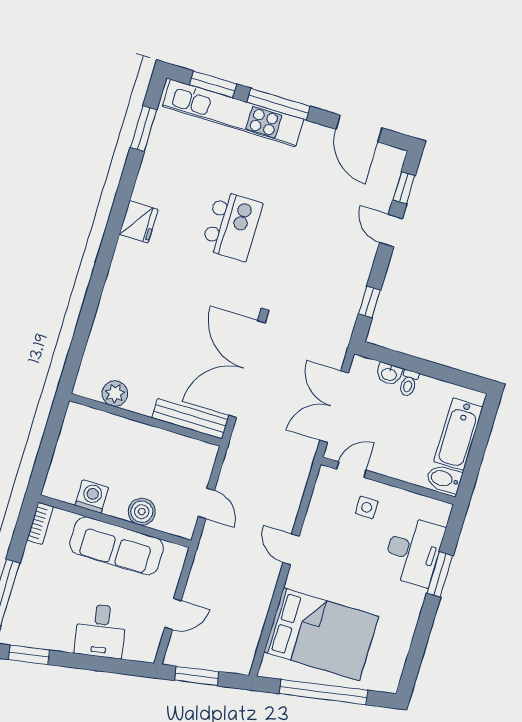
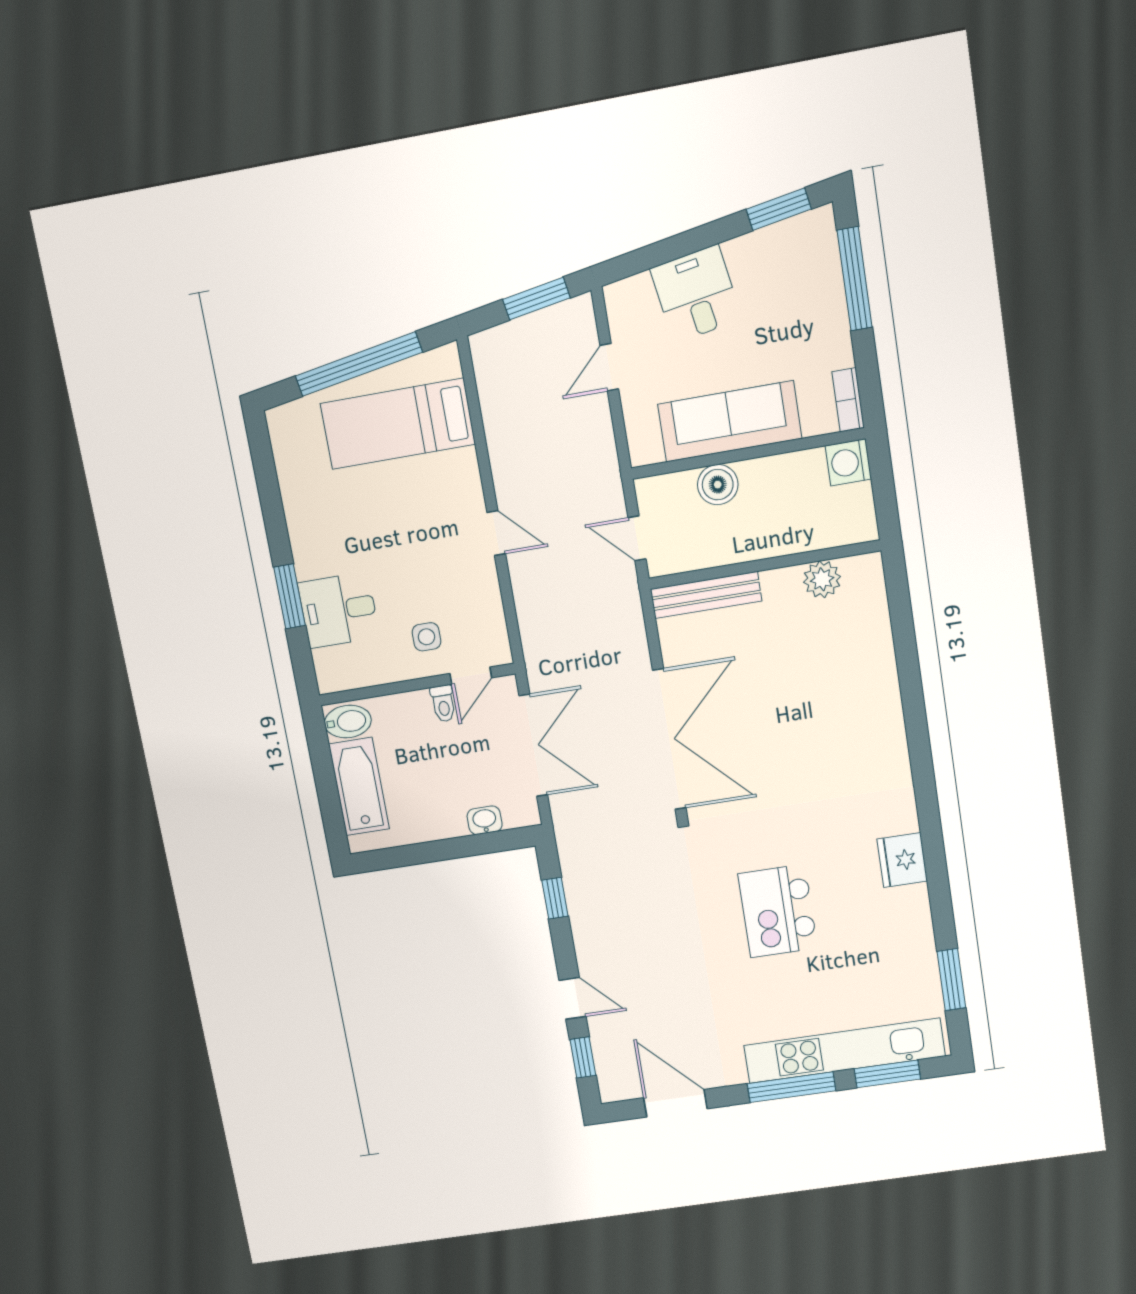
toilet: (409, 383) -> (443, 703), moved, turned 180
plant: (115, 394) -> (822, 579), moved
bench: (190, 419) -> (706, 595), moved
wall: (146, 420) -> (764, 565), moved
washing machine: (92, 496) -> (848, 462), moved, turned 90
desk: (413, 551) -> (339, 610), width x0.73
bed: (321, 634) -> (398, 424), width x0.67

